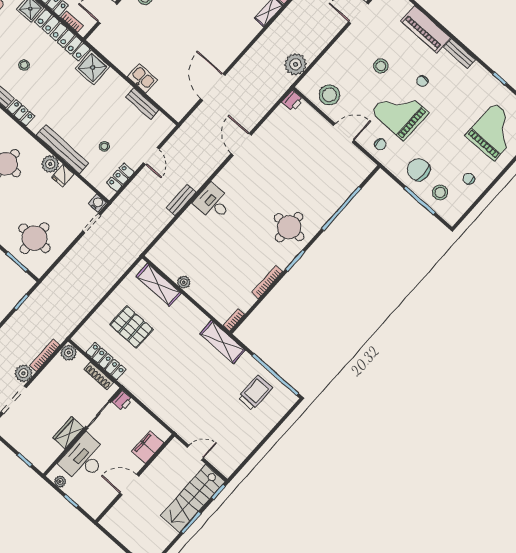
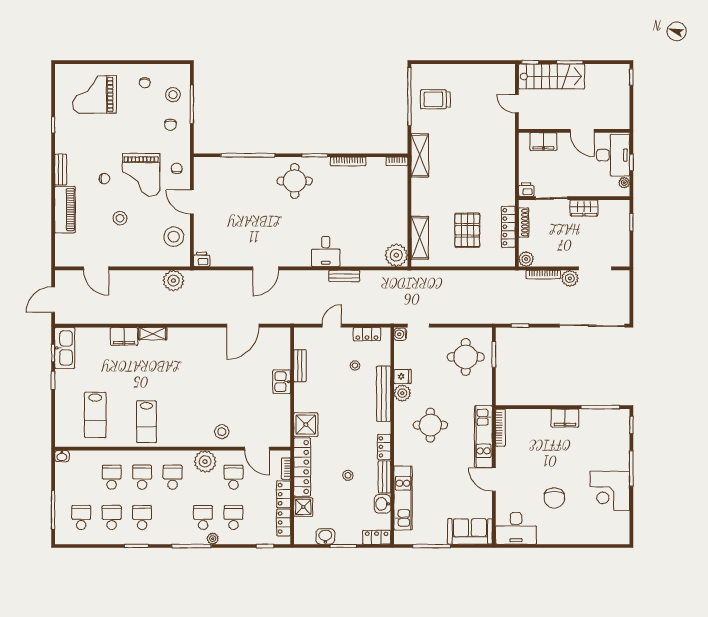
chair: (419, 170) -> (170, 125), width x0.54, depth x0.54
plant: (184, 282) -> (396, 255), moved, width x1.87, depth x1.87
desk: (84, 459) -> (613, 155), moved, turned -90

